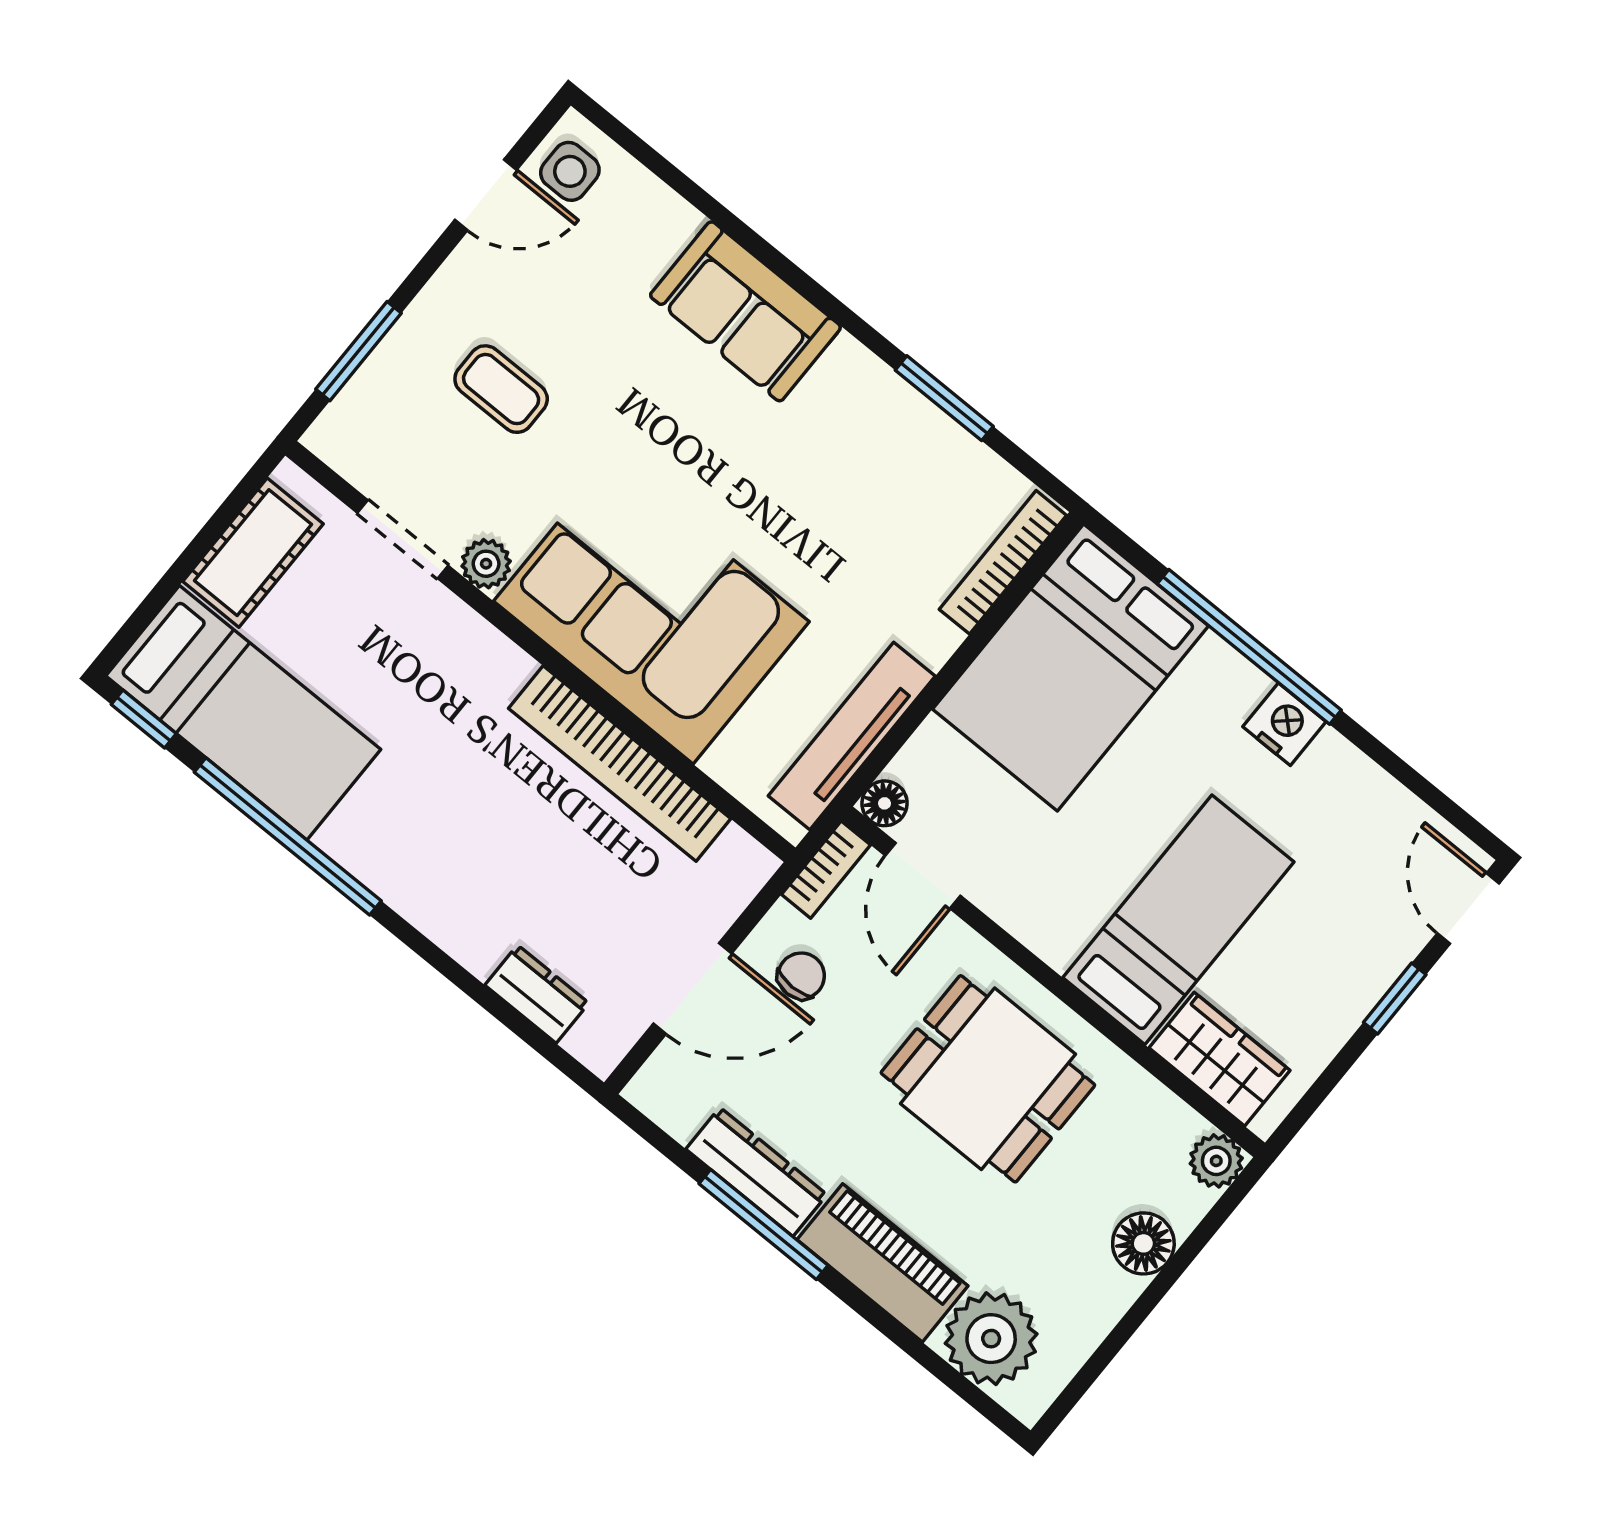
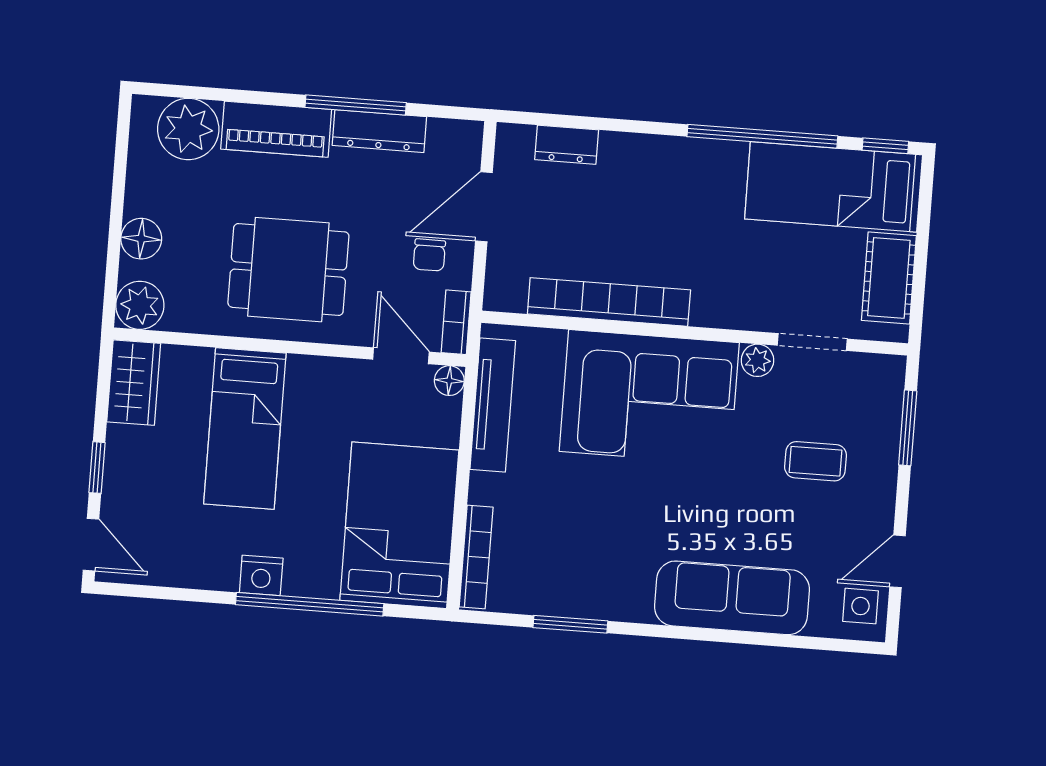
sofa: (745, 311) -> (732, 598), width x1.36
wardrobe: (1219, 1059) -> (134, 383), moved, turned -90
plant: (1216, 1161) -> (140, 305), width x1.38, depth x1.38

